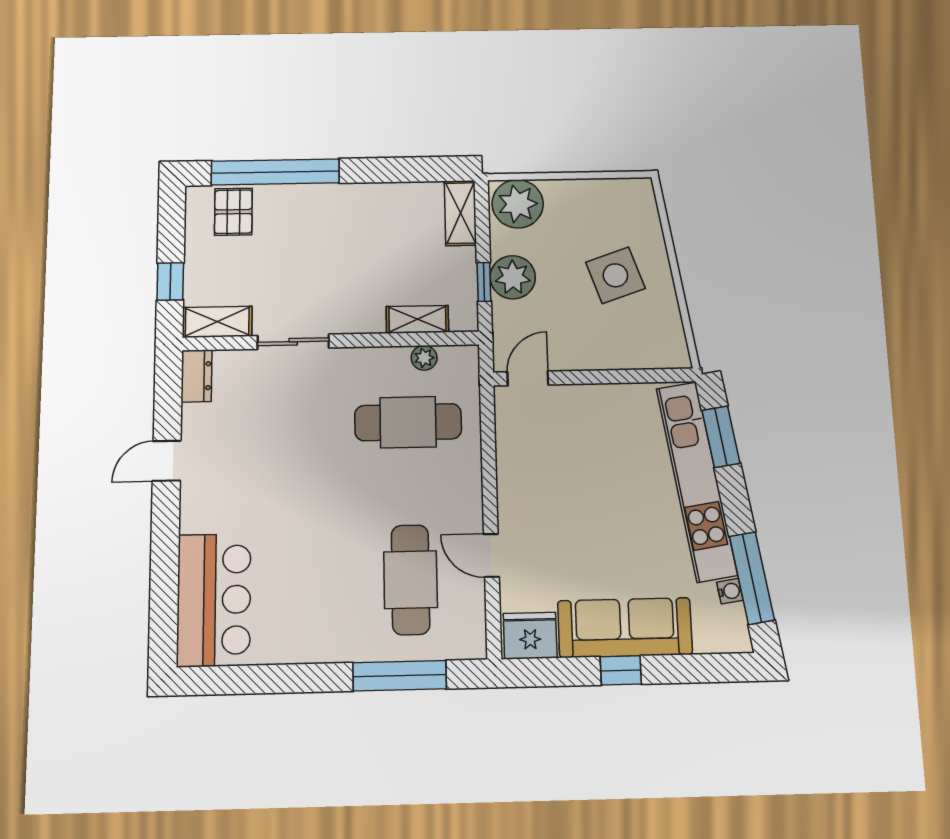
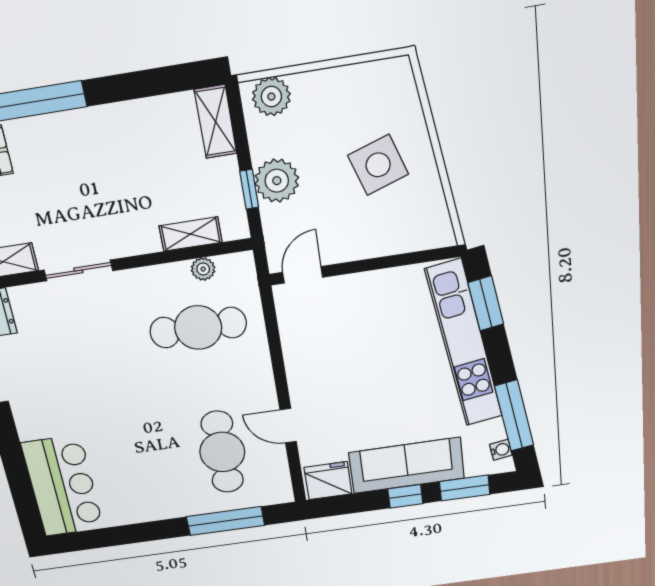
plant: (518, 204) -> (271, 97), width x0.73, depth x0.73
water cooler: (730, 591) -> (501, 450), moved
window: (693, 669) -> (465, 488), added

